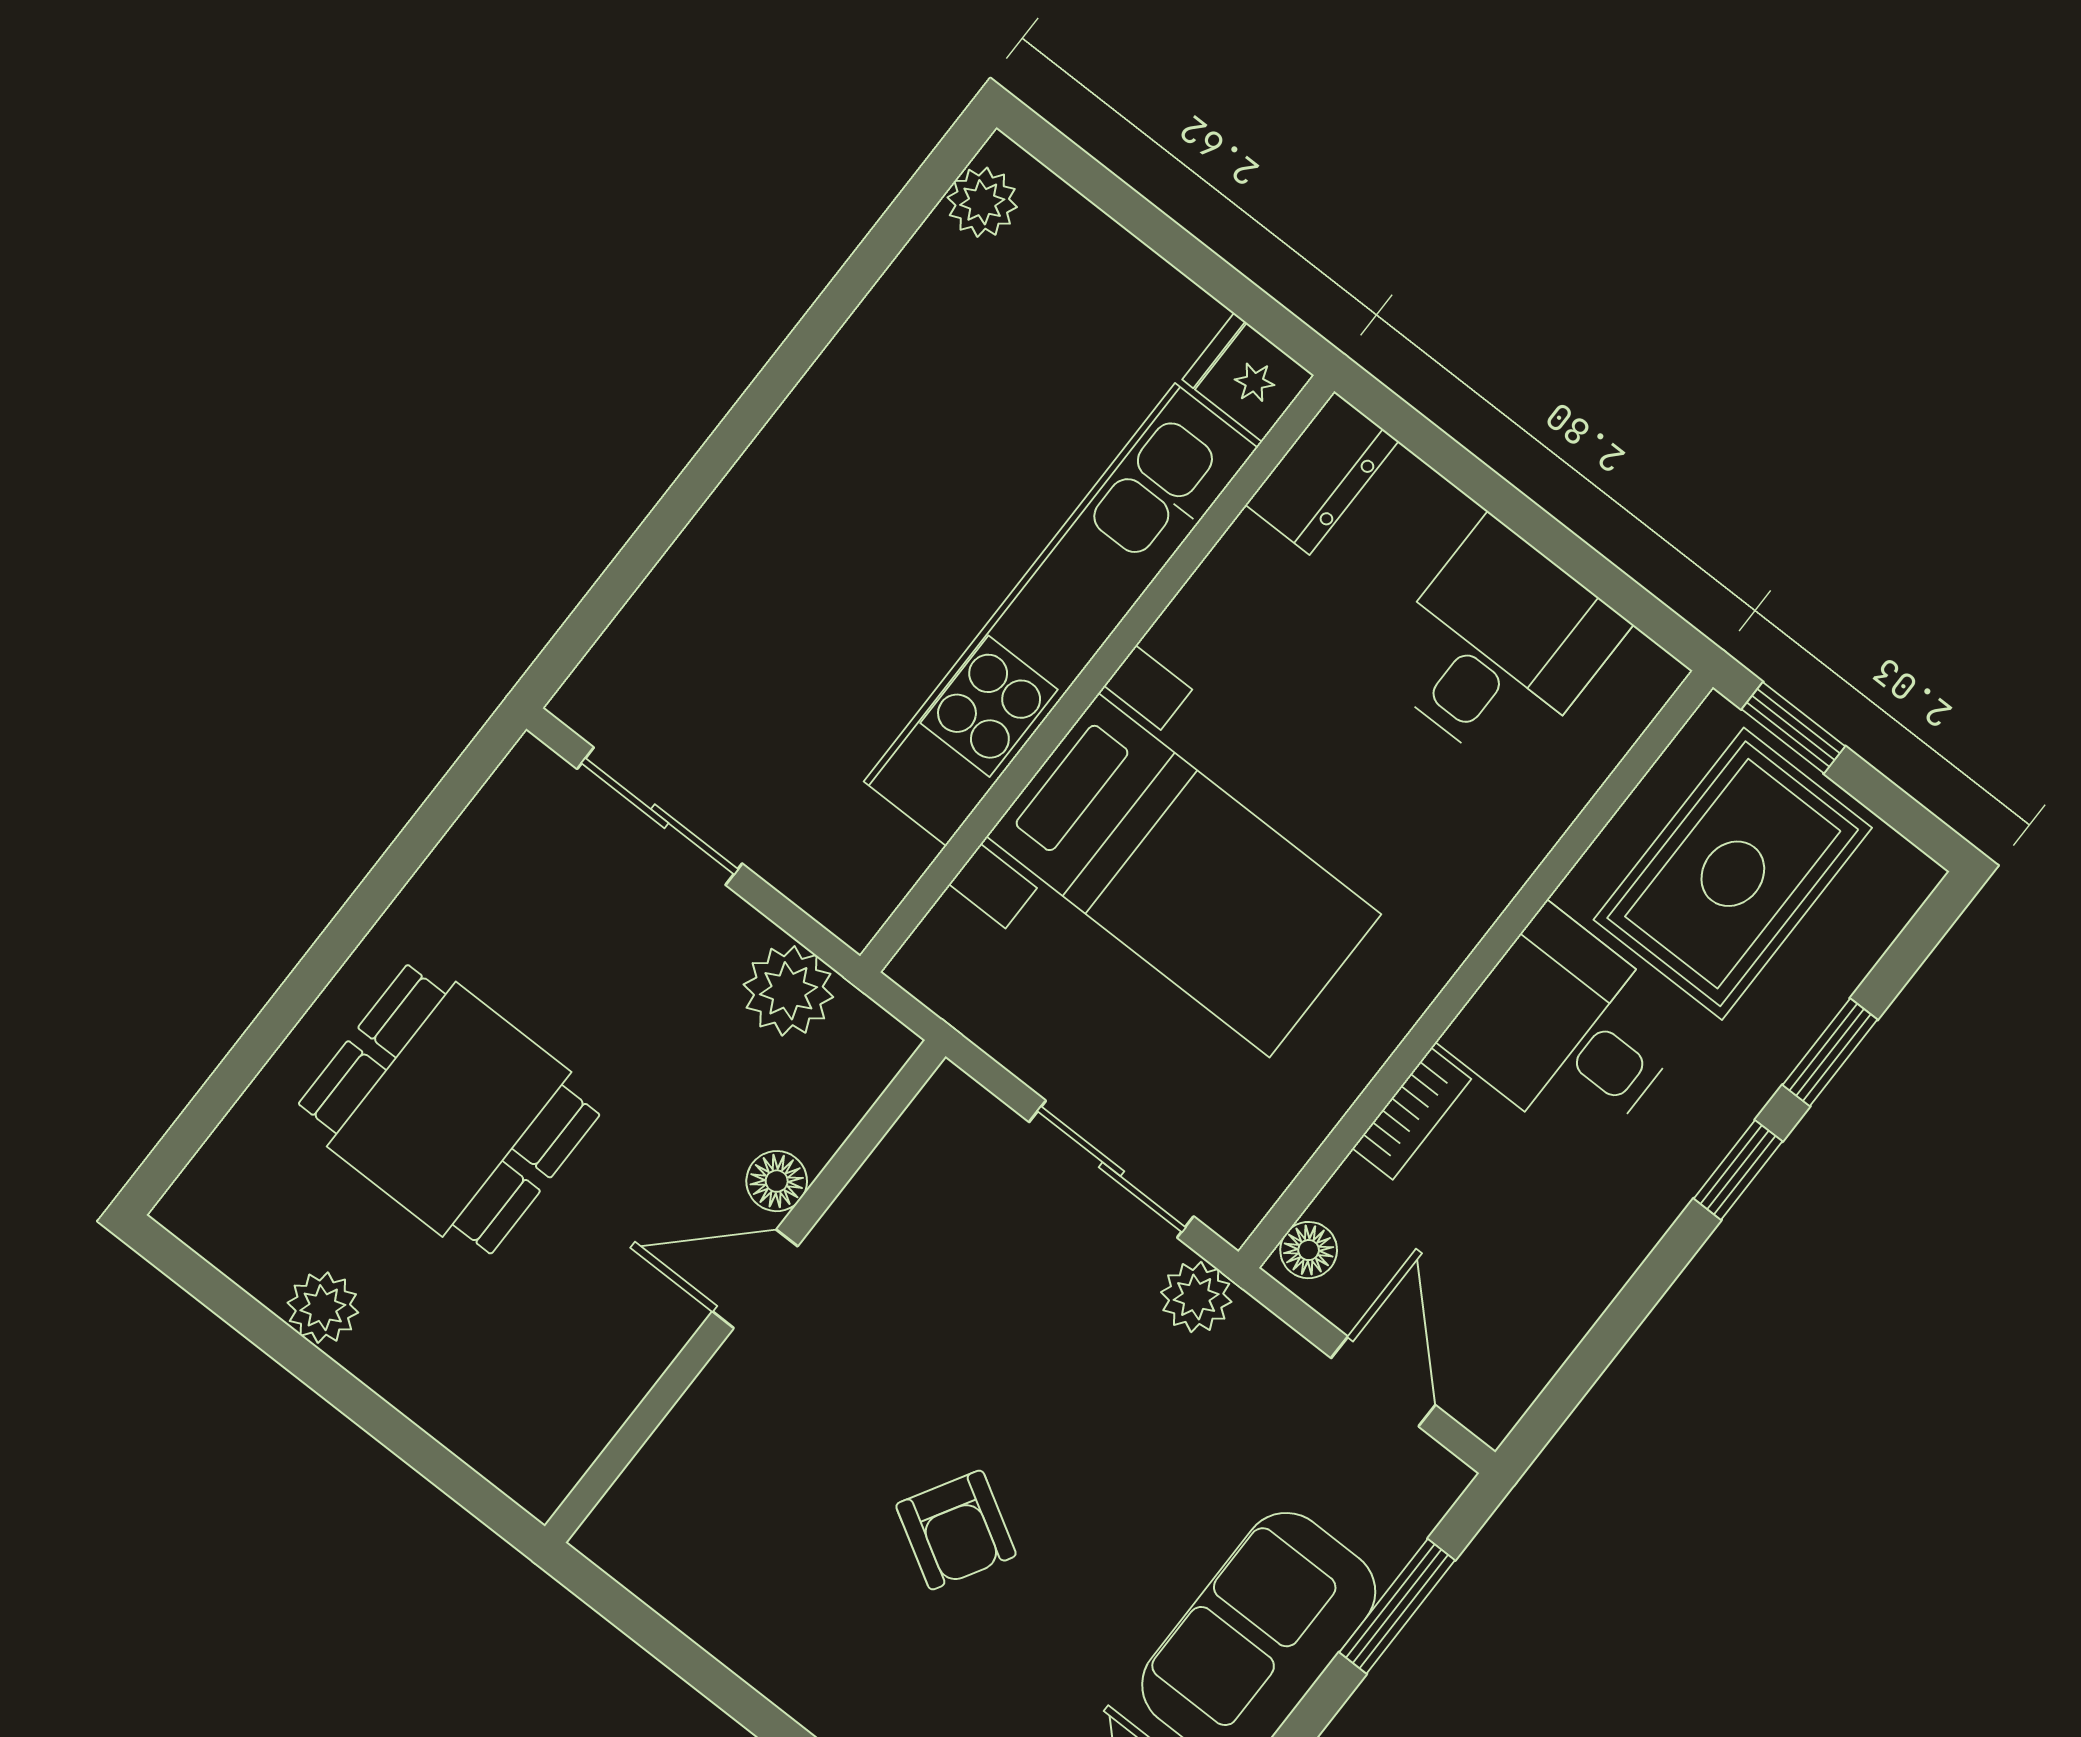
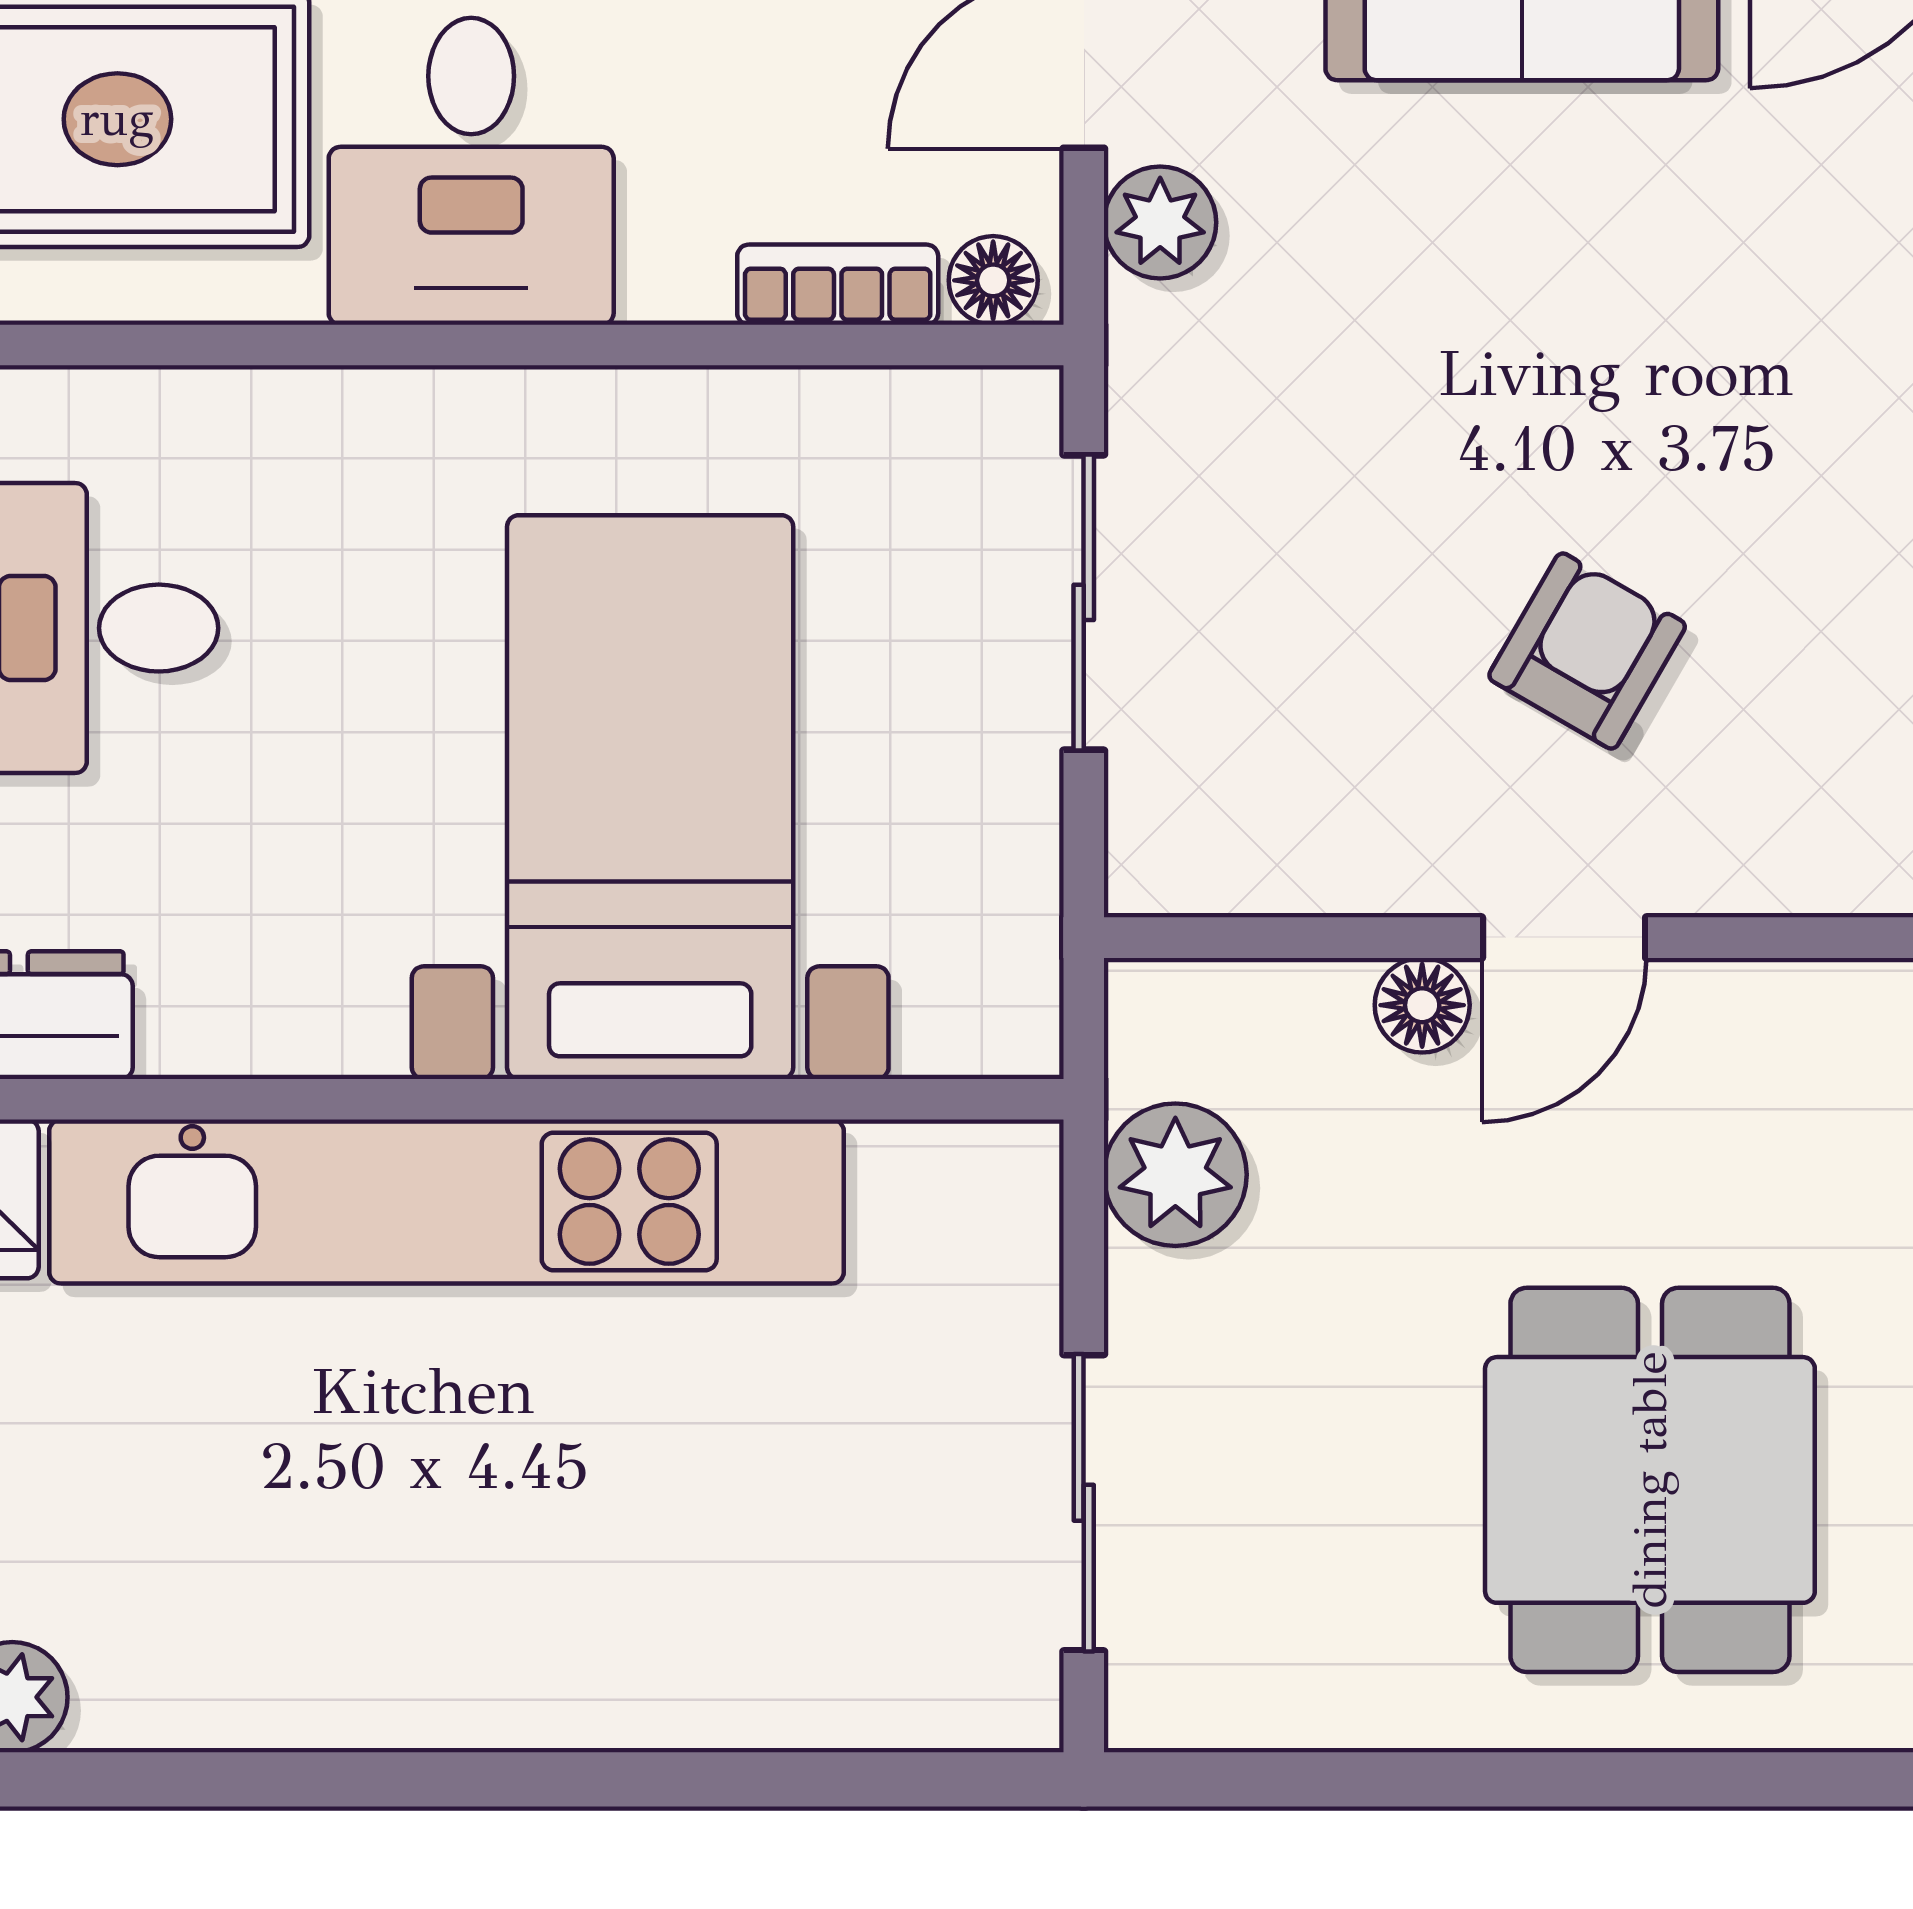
bookcase: (1412, 1114) -> (838, 285), moved
door: (755, 1279) -> (1564, 938), hinge flipped
plant: (1196, 1297) -> (1160, 222), moved
armchair: (956, 1530) -> (1587, 651), moved

